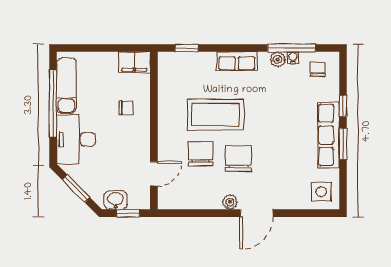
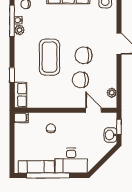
window: (187, 48) -> (12, 75), moved
row of seats: (237, 61) -> (20, 95), moved
filing cabinet: (134, 62) -> (21, 118), width x0.50
coffee table: (215, 114) -> (50, 57), moved
window: (76, 189) -> (103, 161), removed
plant: (230, 202) -> (112, 93), moved

